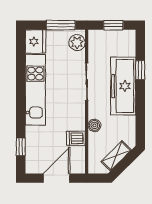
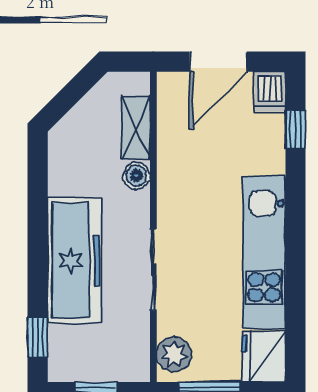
window: (140, 70) -> (38, 337), moved
dishwasher: (76, 138) -> (270, 92), moved, turned 90
shelving: (116, 156) -> (136, 127), moved, turned -45

